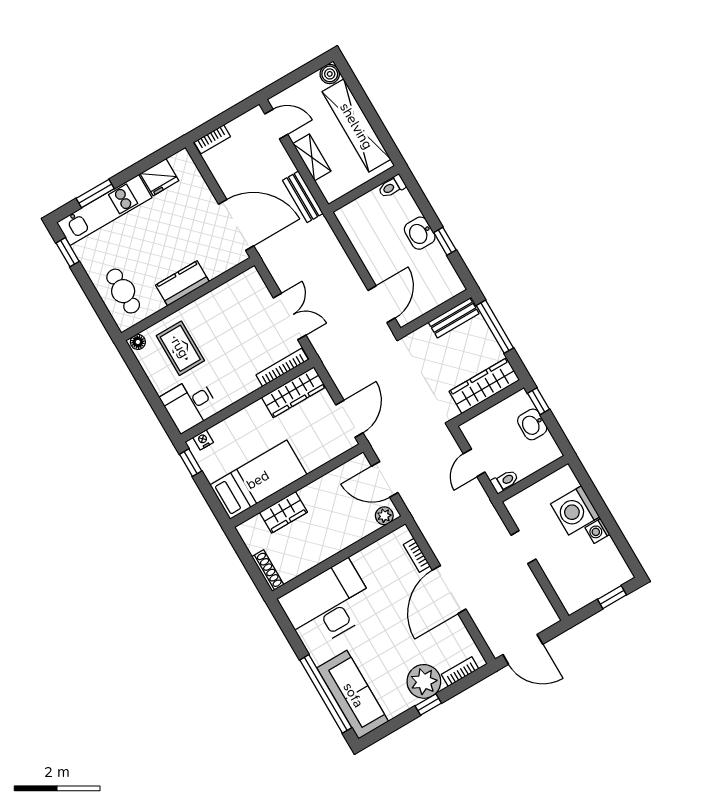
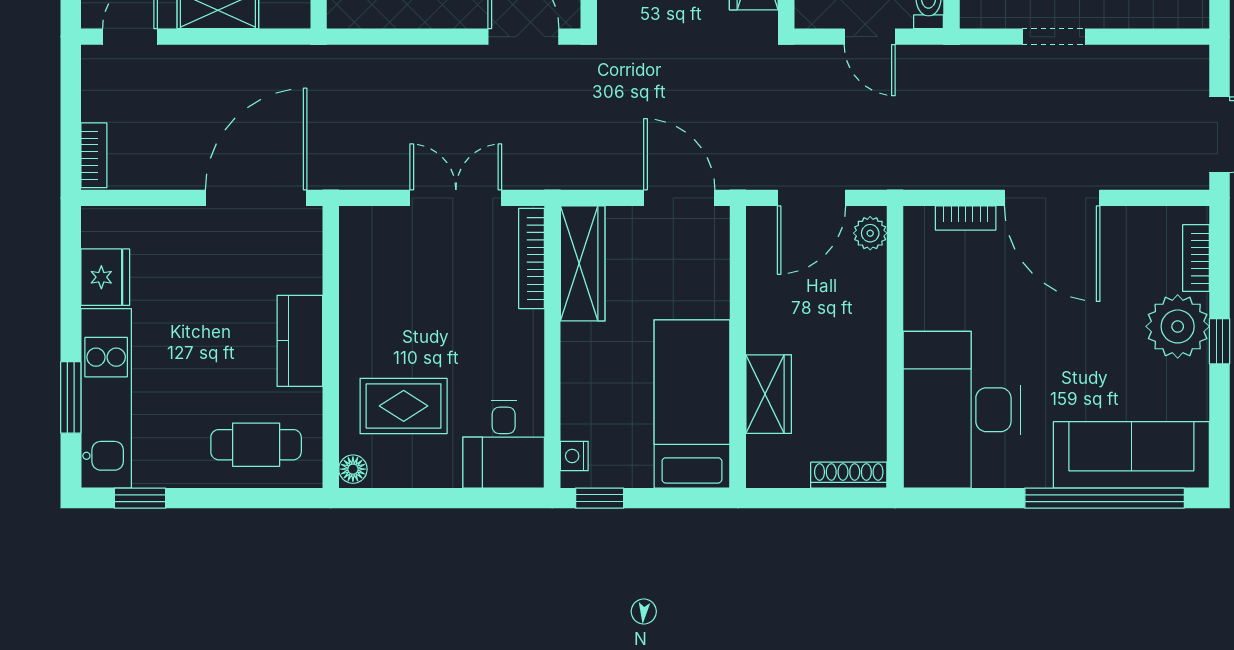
bench: (303, 197) -> (274, 62), removed

